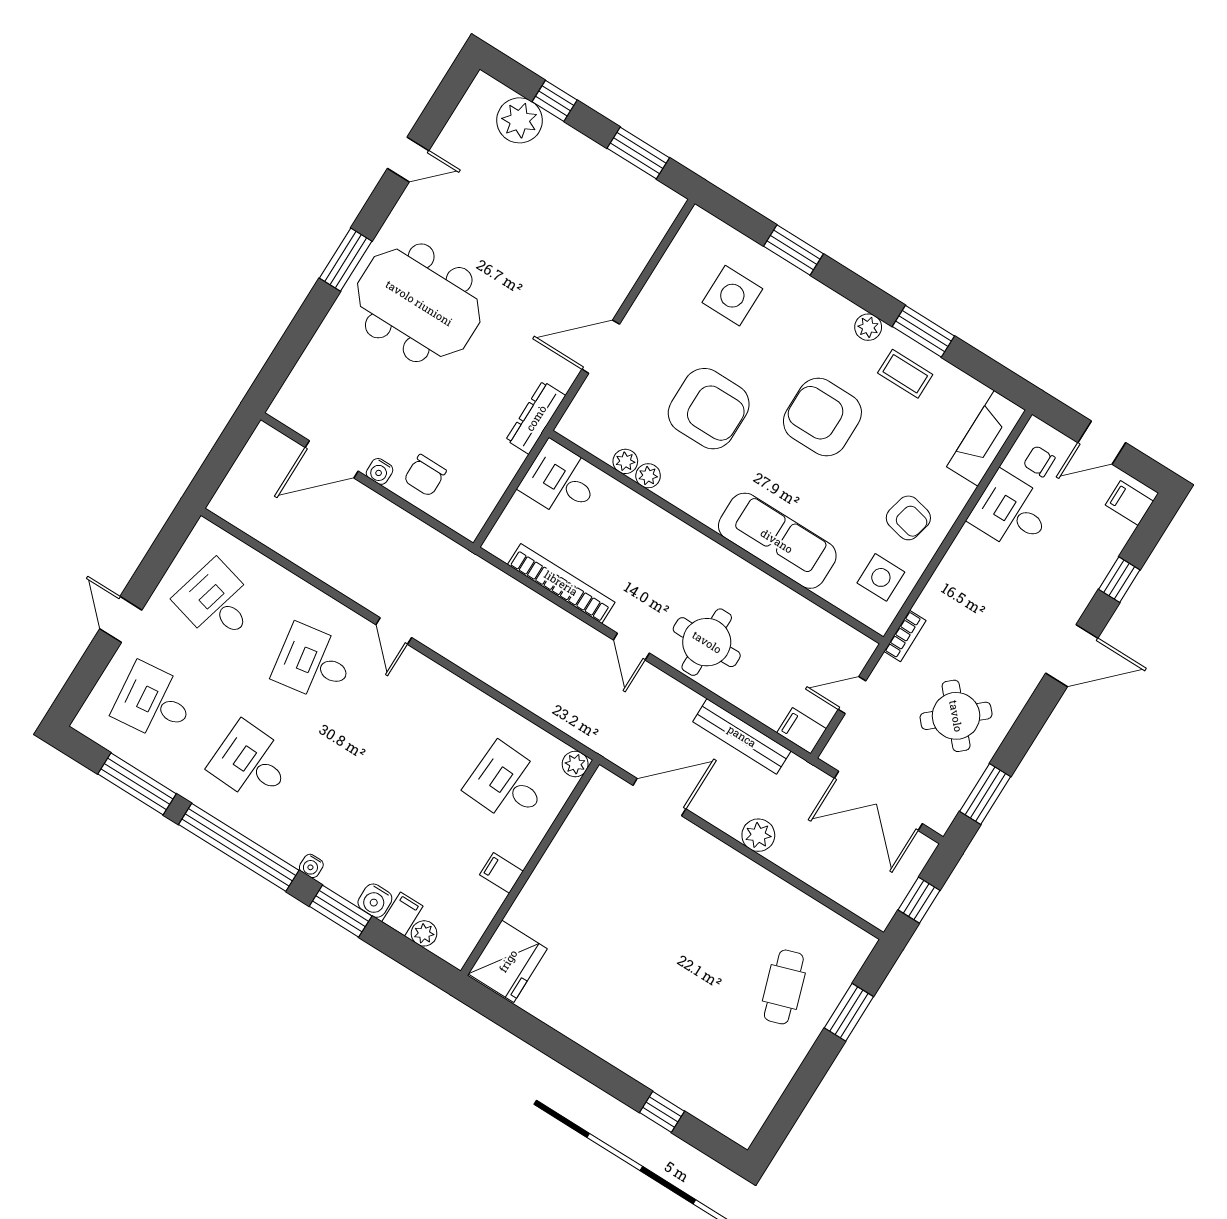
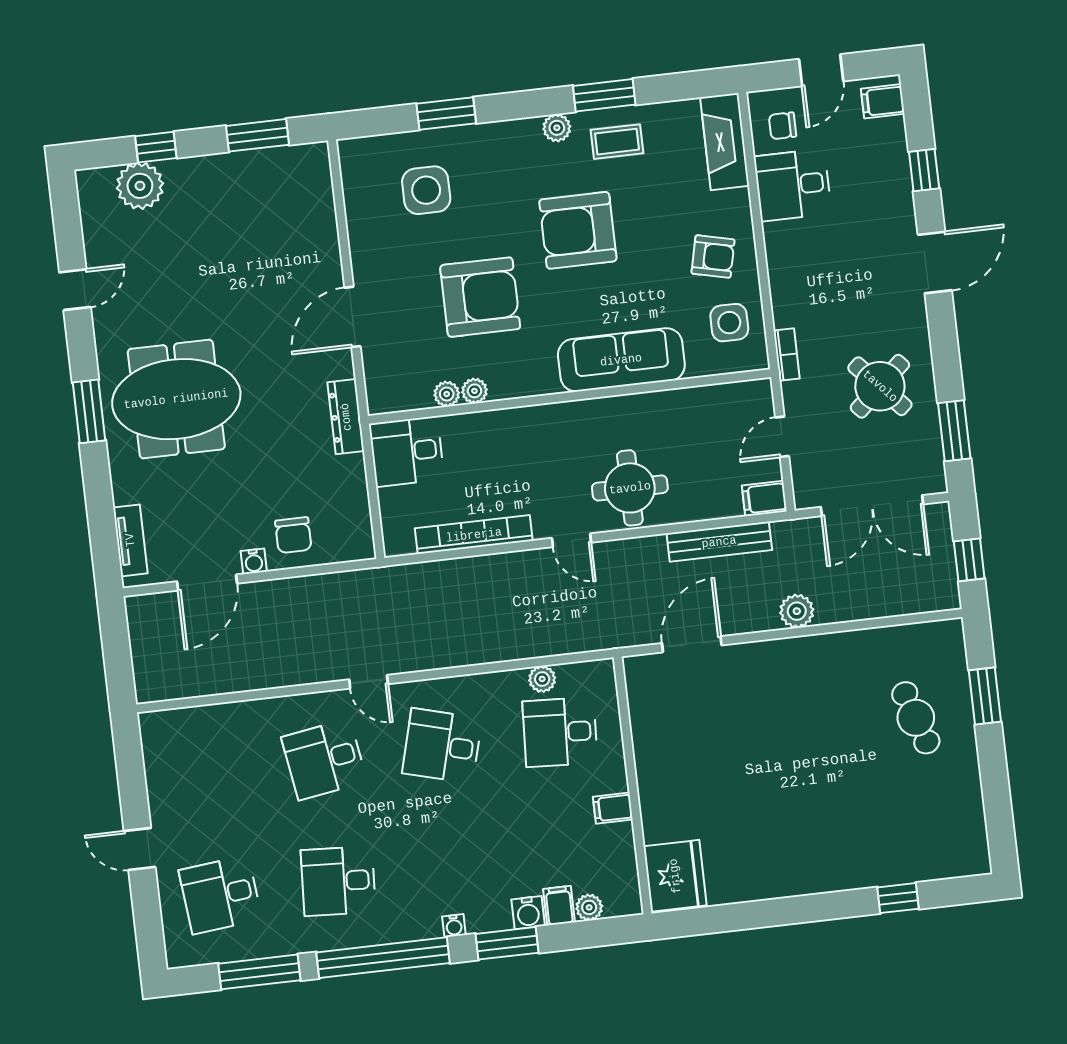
tv unit: (299, 382) -> (130, 540), added
desk: (217, 602) -> (442, 746), moved
plant: (575, 764) -> (542, 679), moved

